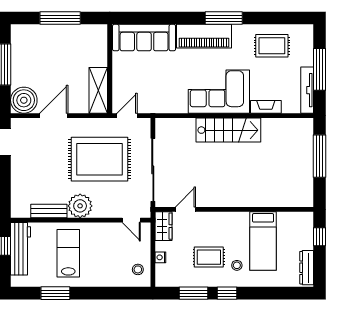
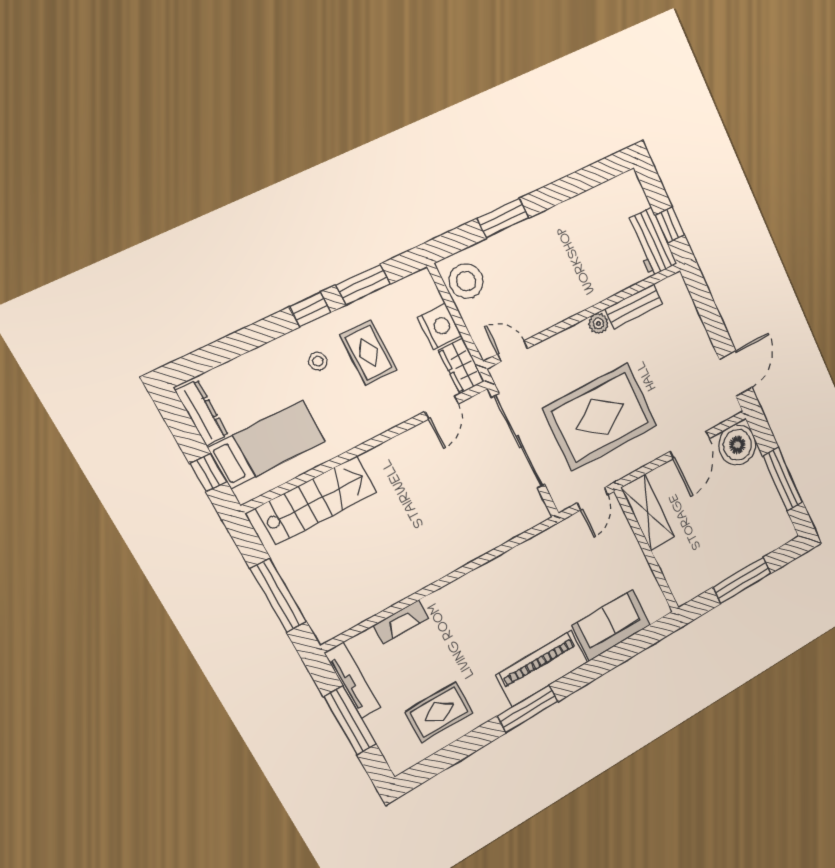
sofa: (144, 38) -> (611, 625), width x0.73
corner sofa: (219, 92) -> (481, 605), removed
stairs: (228, 130) -> (316, 500), moved, turned 180
plant: (80, 206) -> (598, 323), width x0.53, depth x0.53
bed: (263, 241) -> (267, 444), moved, turned 90
workbench: (21, 249) -> (651, 242), width x0.73
lab bench: (68, 253) -> (578, 257), removed
nightstand: (160, 257) -> (439, 327), width x1.89, depth x1.79
rug: (209, 257) -> (369, 353), turned 90
stool: (138, 269) -> (466, 281), width x1.89, depth x1.89
window: (55, 293) -> (503, 218), moved

